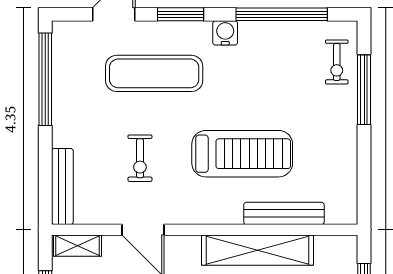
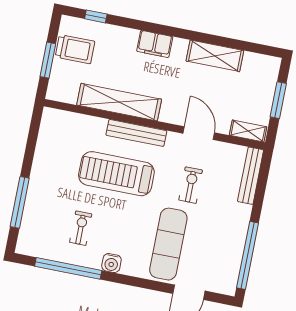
window: (180, 14) -> (141, 283), removed
exercise bike: (337, 62) -> (81, 228), moved
exercise mat: (154, 73) -> (168, 244), turned 90
bench: (284, 213) -> (136, 133), moved

